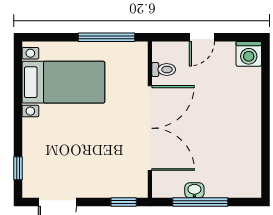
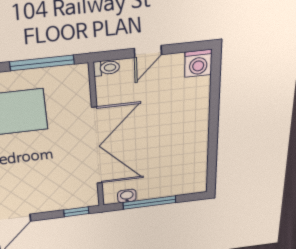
toilet: (164, 70) -> (106, 68), moved
washbasin: (194, 190) -> (127, 196), moved

